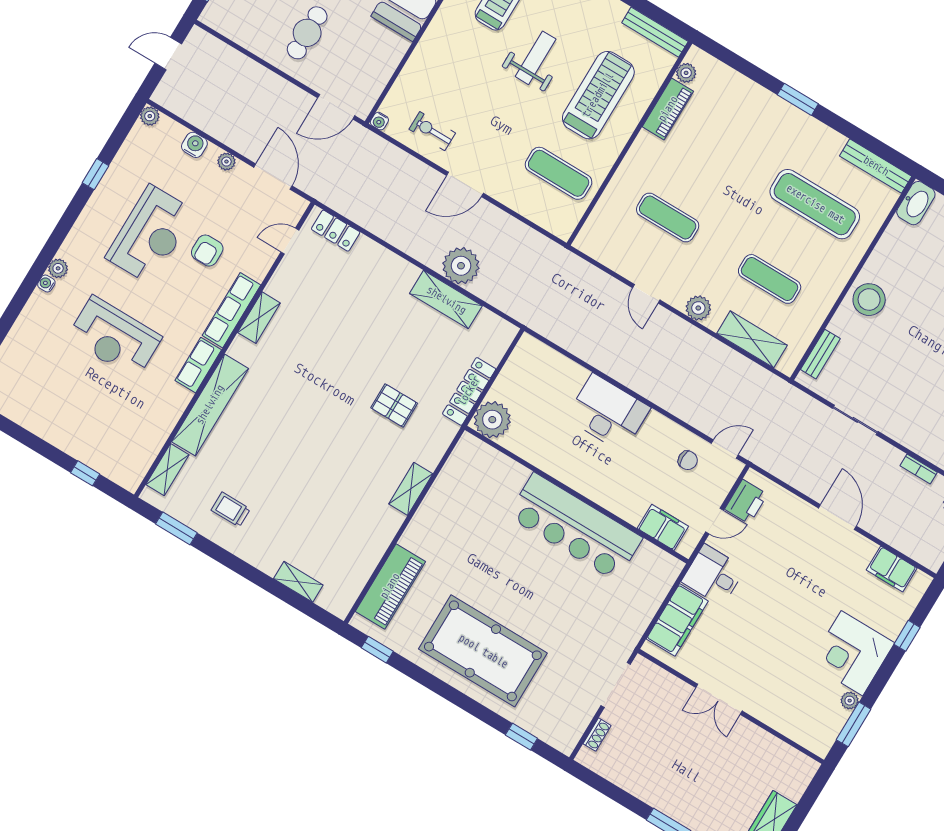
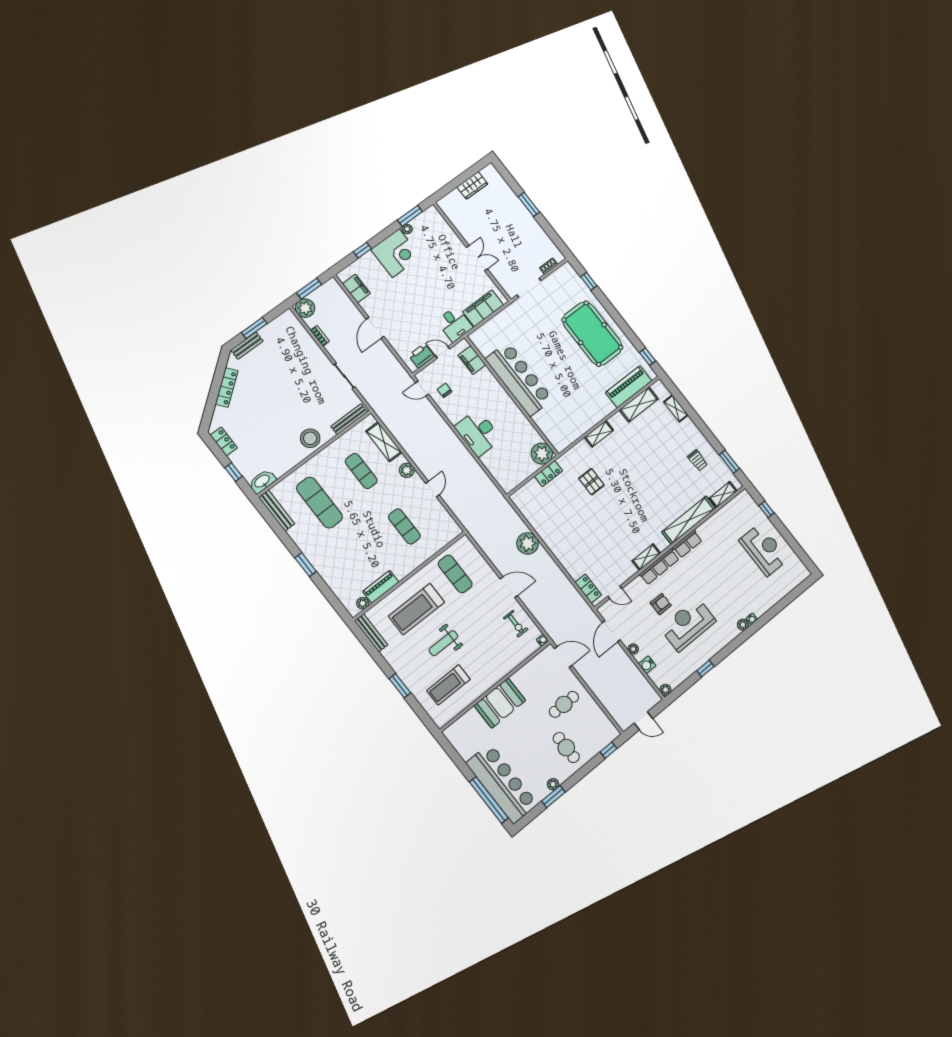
shelving: (446, 300) -> (639, 404), moved, turned 90
reception desk: (114, 337) -> (764, 550), moved
bench: (820, 354) -> (349, 419), width x1.36
locker: (469, 391) -> (549, 474), width x0.66

